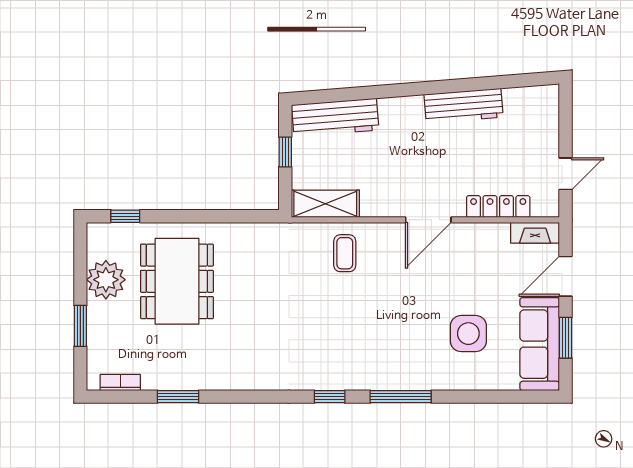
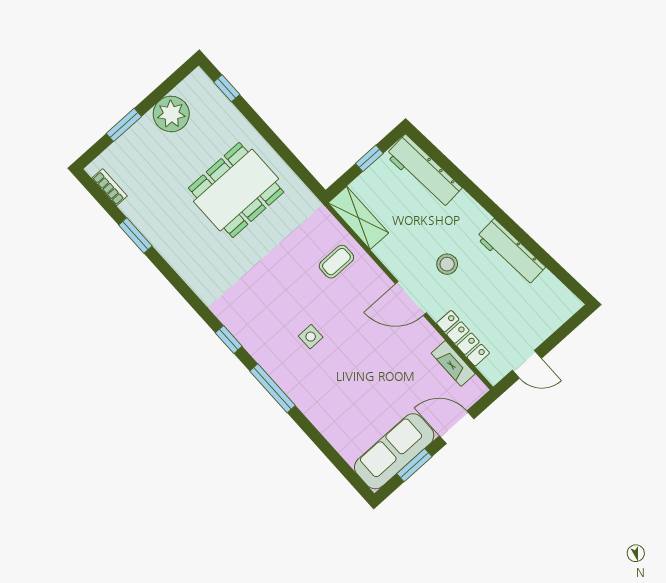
stool: (427, 166) -> (447, 264), added
fireplace: (535, 233) -> (453, 363), moved
dining table: (177, 281) -> (236, 190), moved
side table: (468, 334) -> (311, 337), moved, width x0.54, depth x0.54

